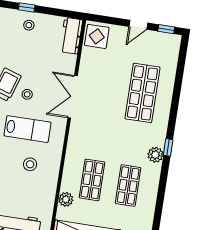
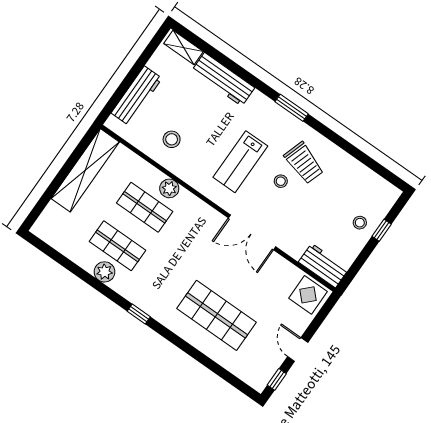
double door: (73, 97) -> (252, 232), swing flipped
plant: (155, 155) -> (105, 272), moved
stool: (30, 164) -> (172, 139), moved
plant: (66, 199) -> (169, 188), moved

